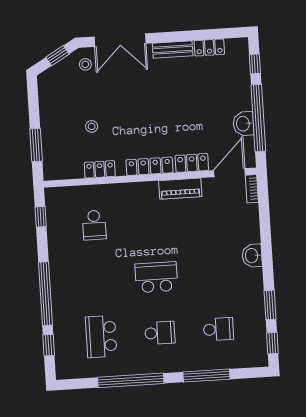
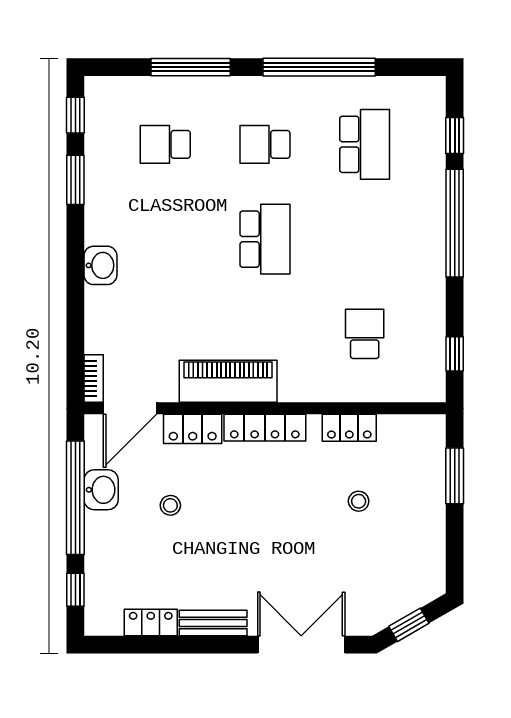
stool: (85, 64) -> (170, 505), moved
piano: (180, 189) -> (228, 381), width x1.37, depth x1.33
school desk: (156, 277) -> (265, 239), turned -90

